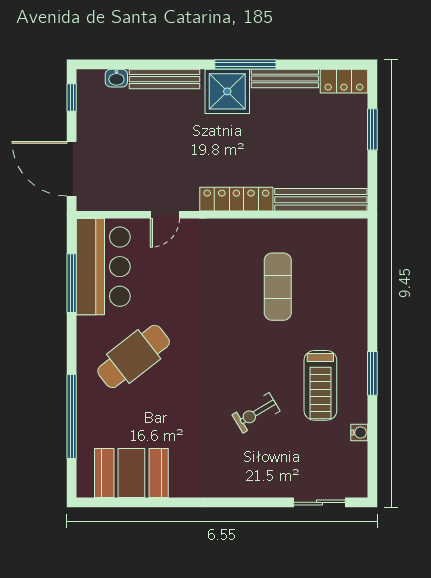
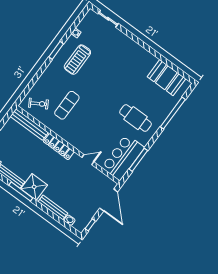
cafe table: (134, 356) -> (136, 118), turned 38
treadmill: (320, 385) -> (77, 60), turned 180
exercise bike: (256, 413) -> (39, 104), moved

